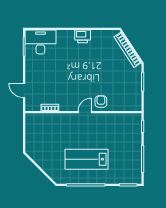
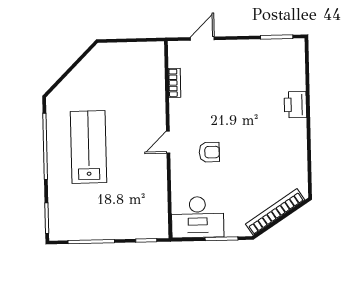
printer: (83, 36) -> (295, 105), moved
desk: (40, 42) -> (198, 217), moved, turned 90
armchair: (101, 102) -> (209, 152), moved
door: (85, 112) -> (168, 142), swing flipped

